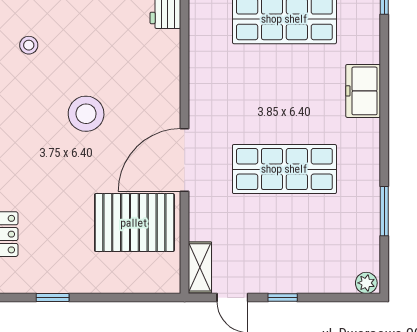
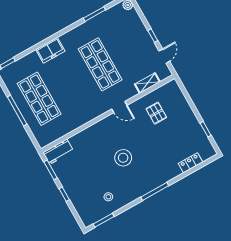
door: (185, 160) -> (119, 107), width x0.53
pallet: (134, 223) -> (156, 113), width x0.49, depth x0.50
shelving: (200, 267) -> (147, 83), moved

